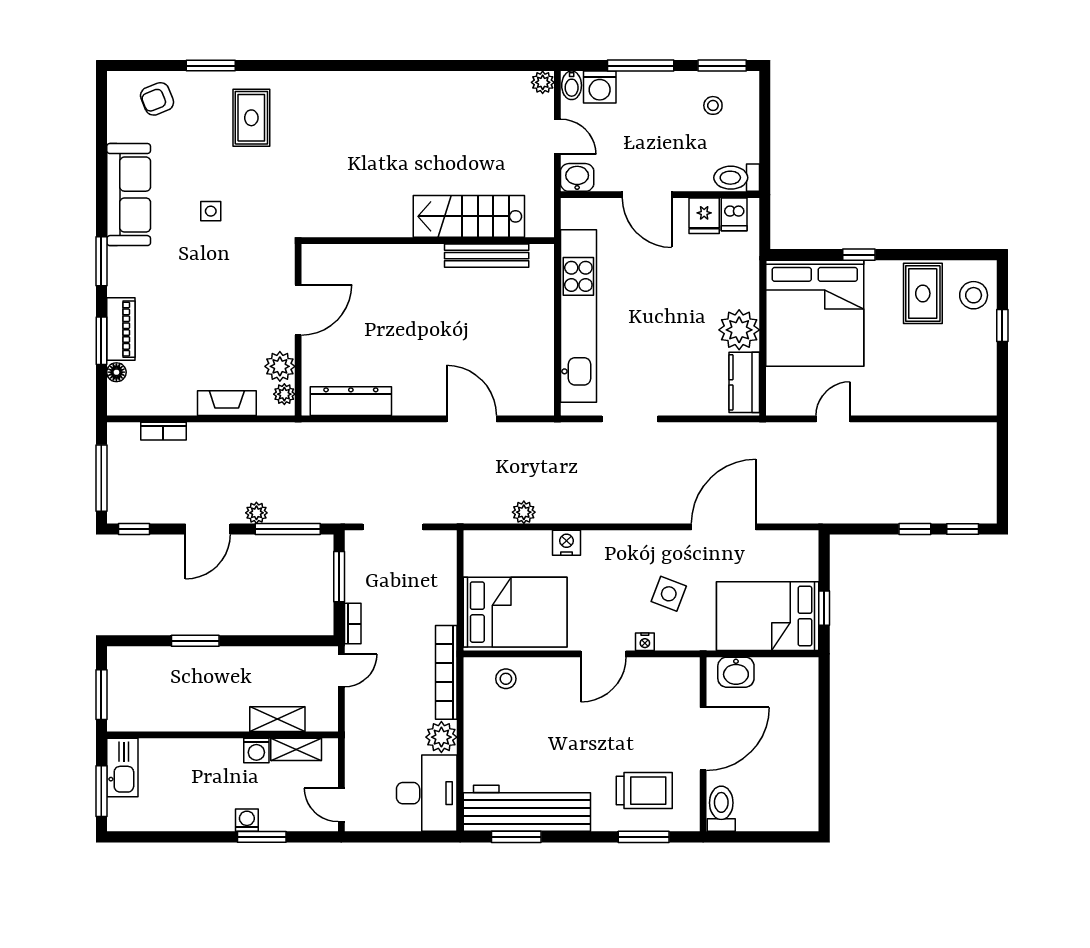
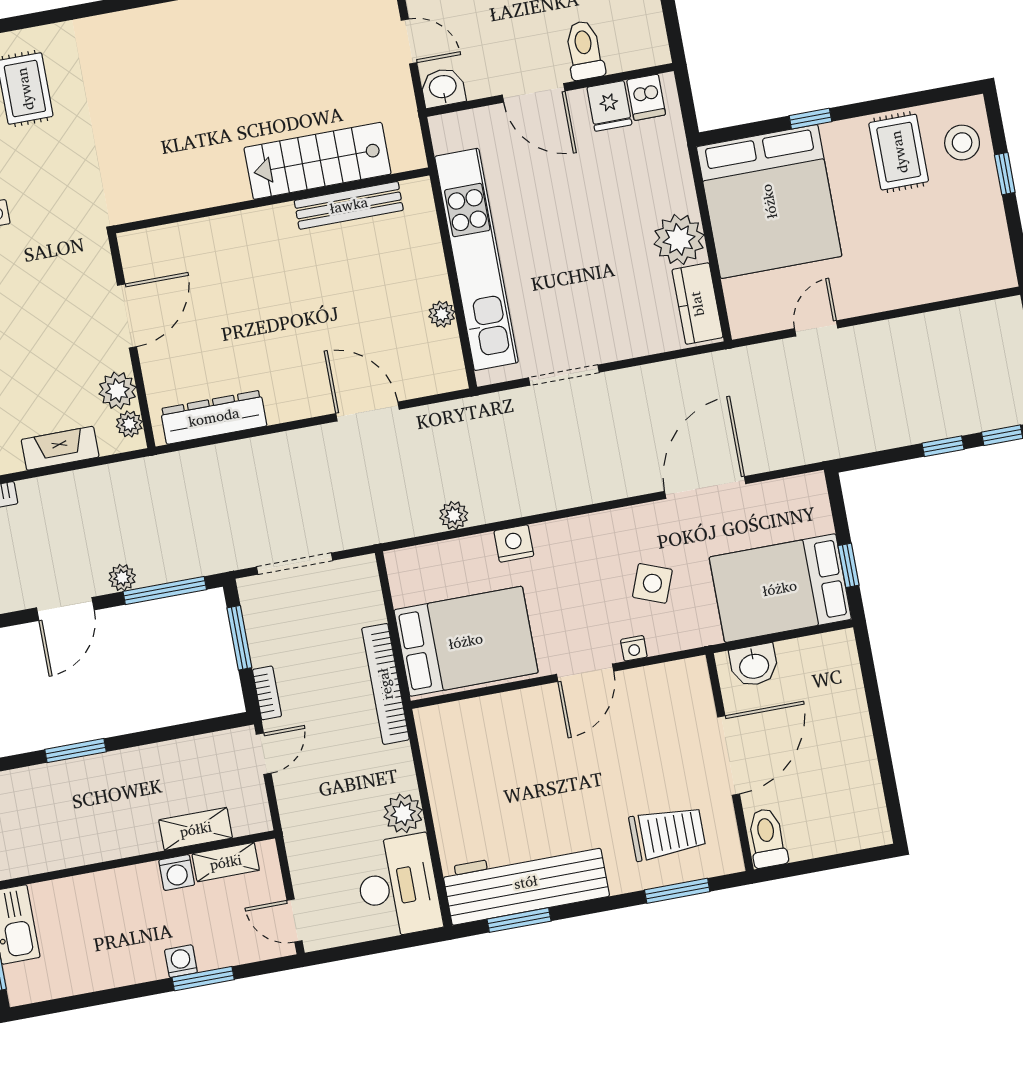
toilet: (737, 178) -> (584, 50), moved, turned 90
plant: (544, 354) -> (442, 314), added
bookcase: (446, 672) -> (385, 684), moved
stool: (506, 679) -> (470, 726), removed

